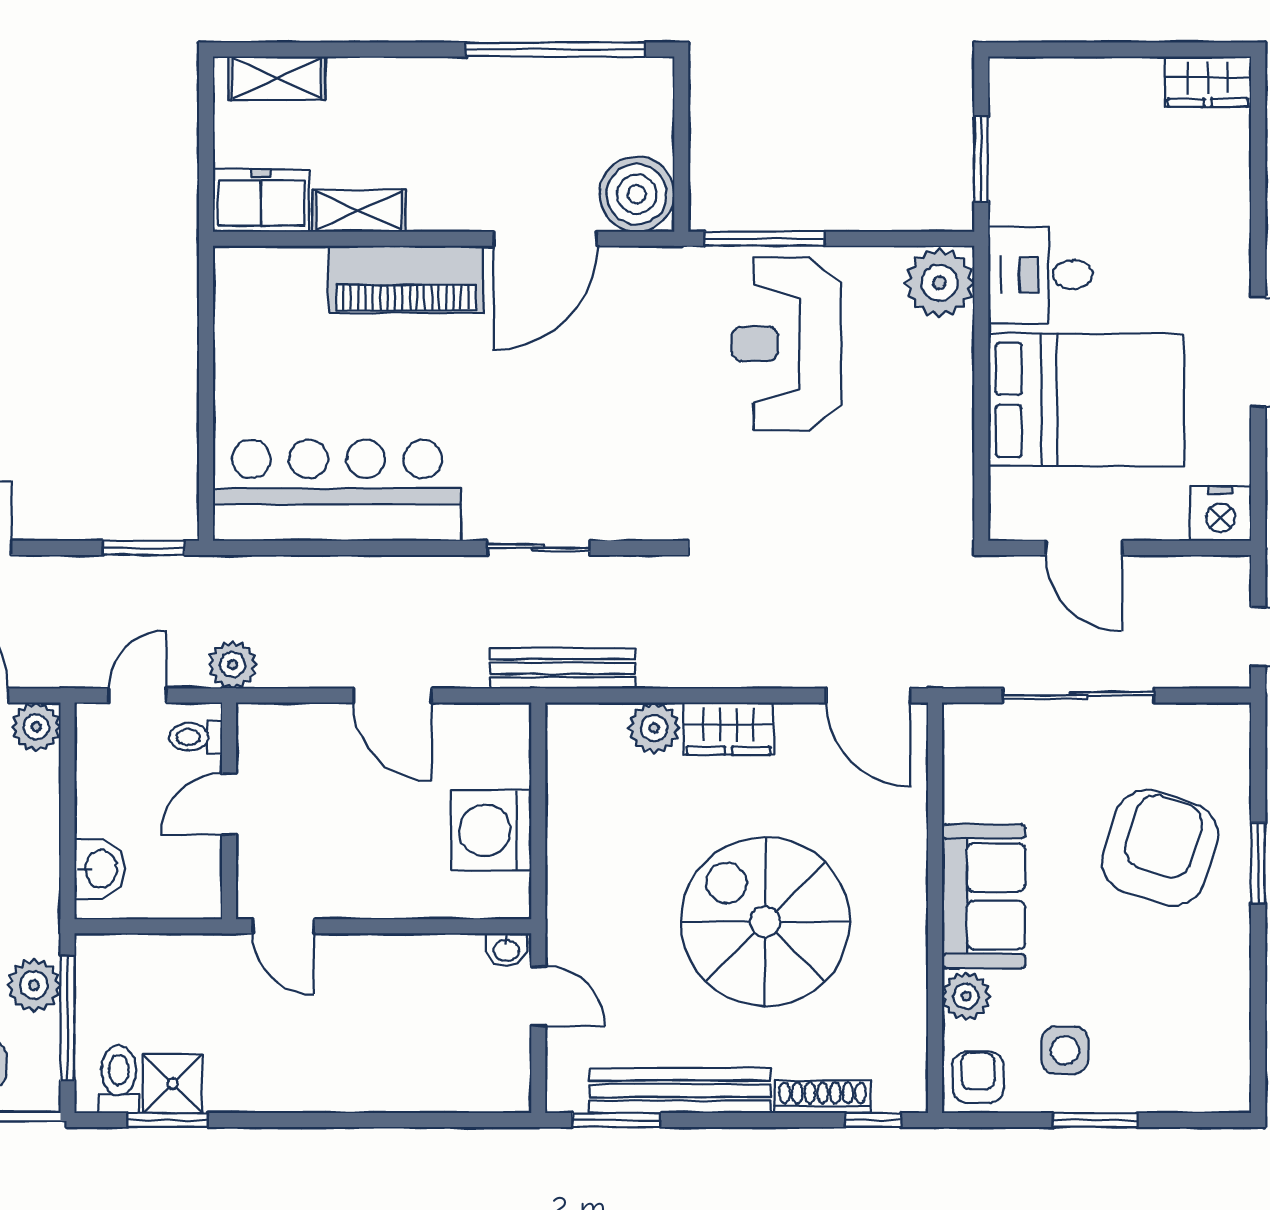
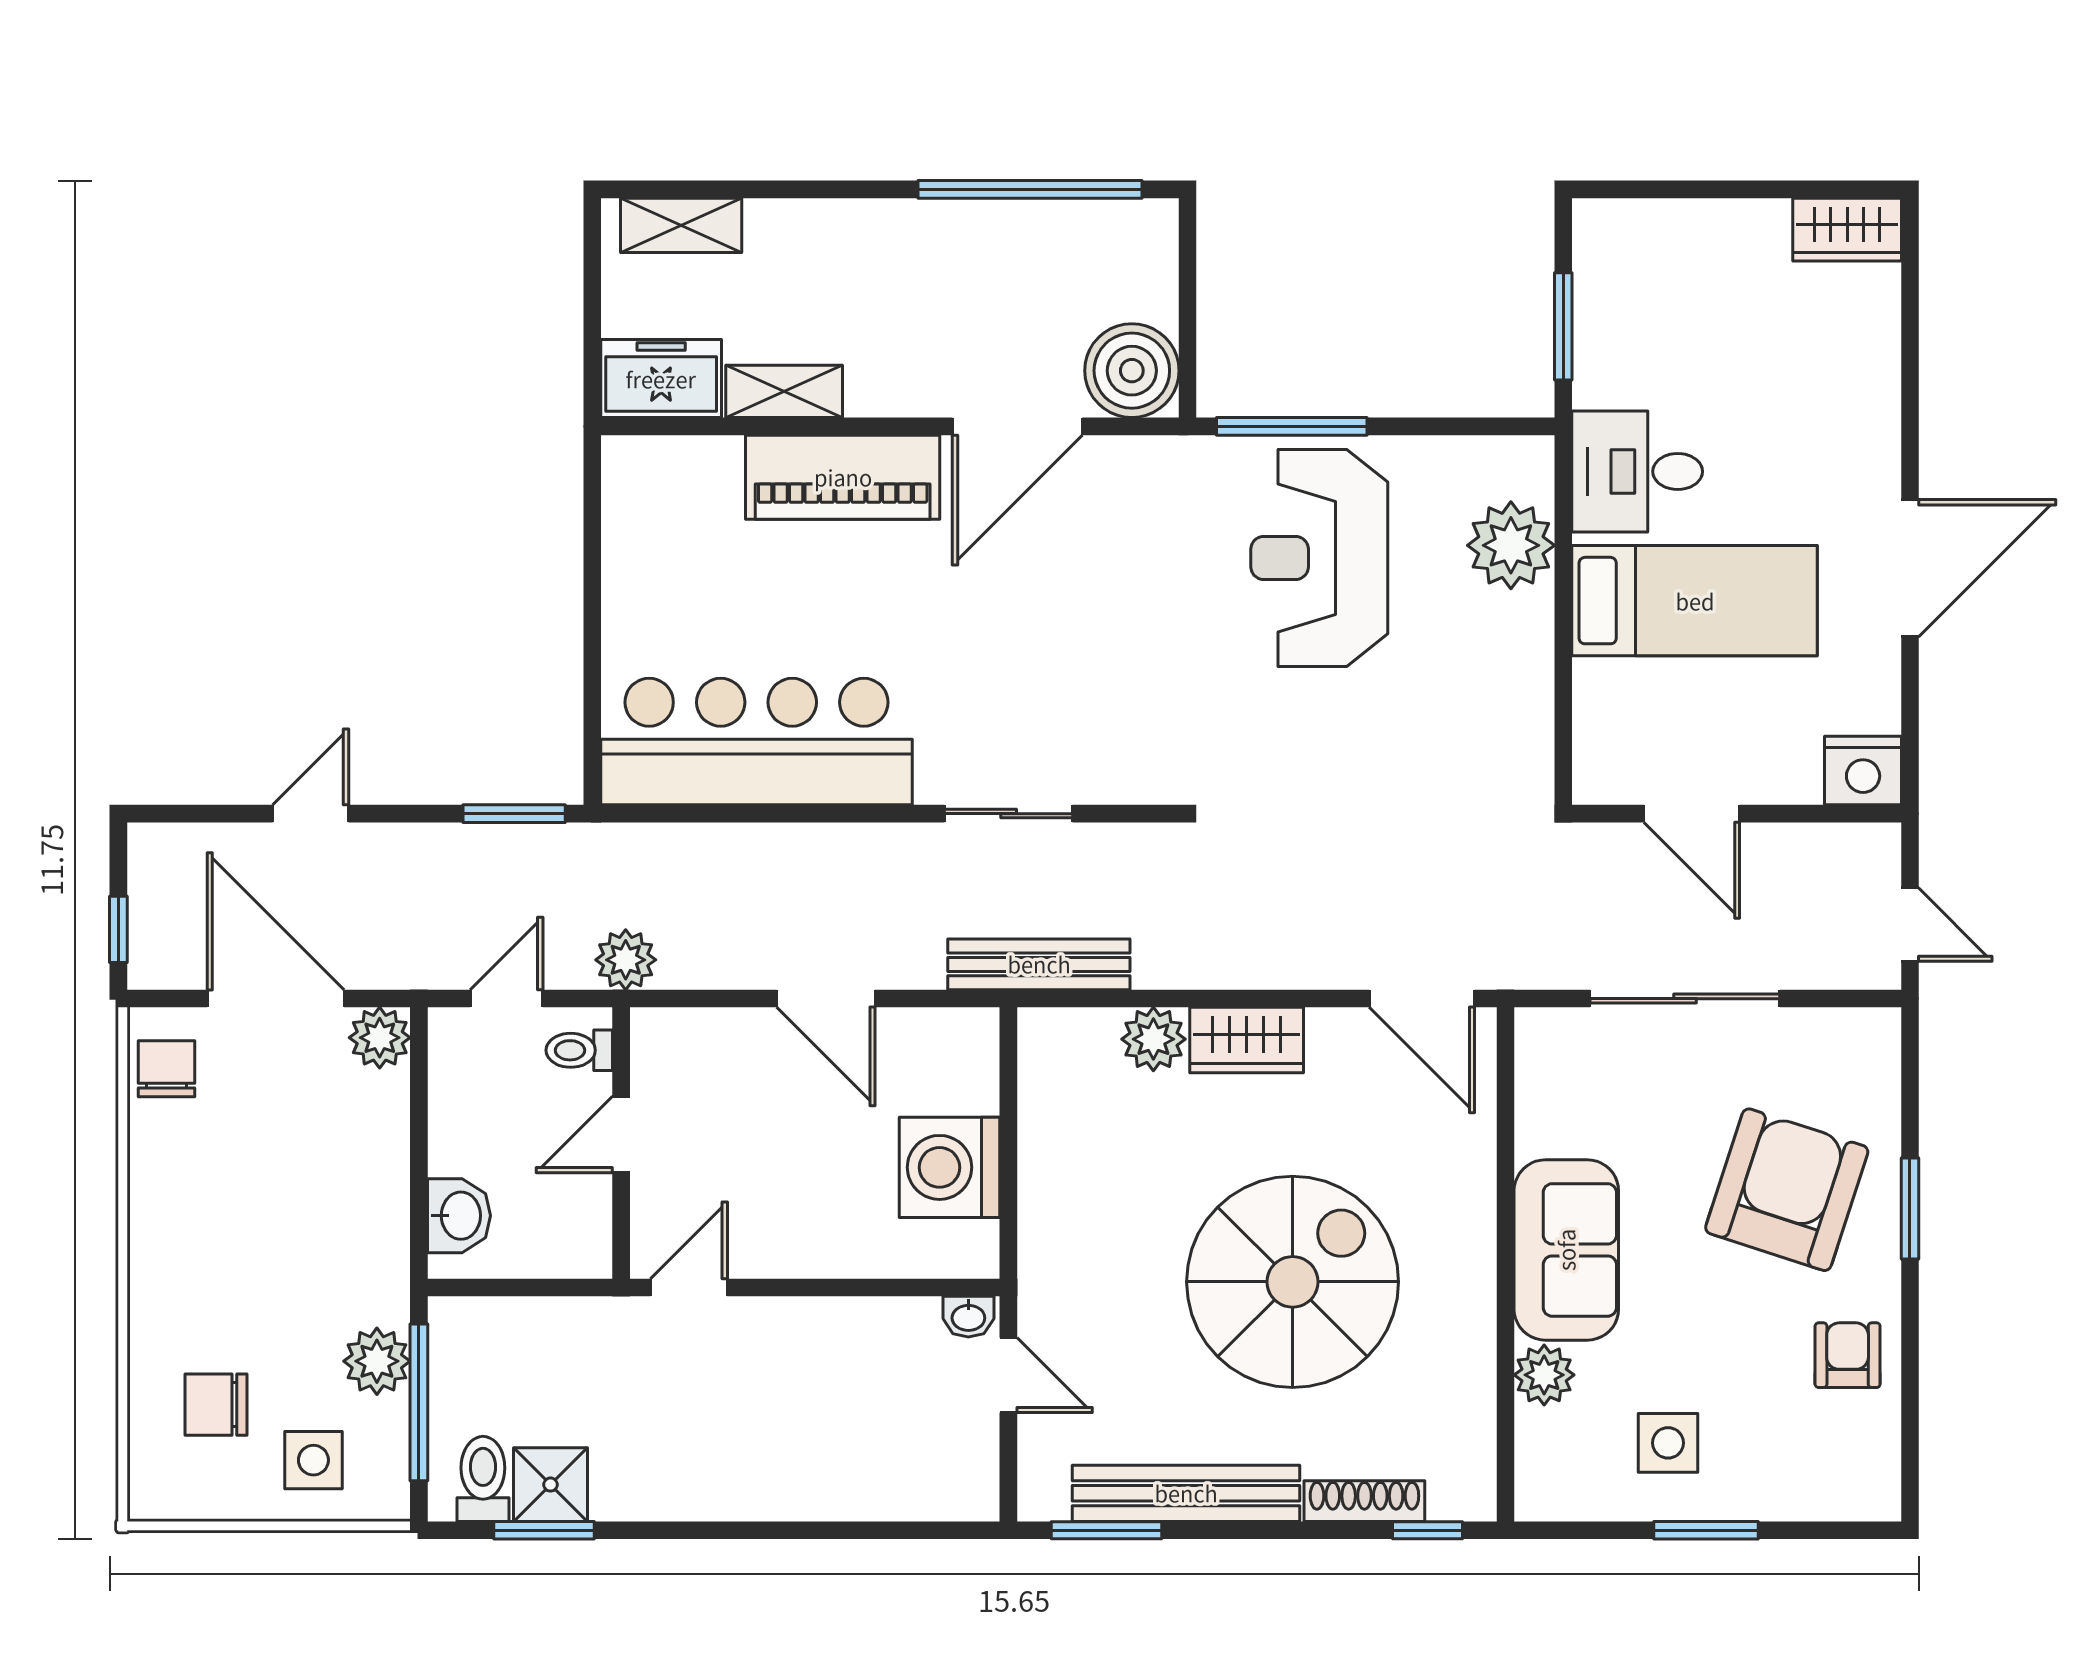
plant: (939, 283) -> (1511, 545), moved
bed: (1086, 400) -> (1695, 601), width x0.67
spiral stairs: (765, 922) -> (1293, 1282), turned 90
door: (283, 926) -> (689, 1287), swing flipped
armchair: (978, 1077) -> (1848, 1355), moved

